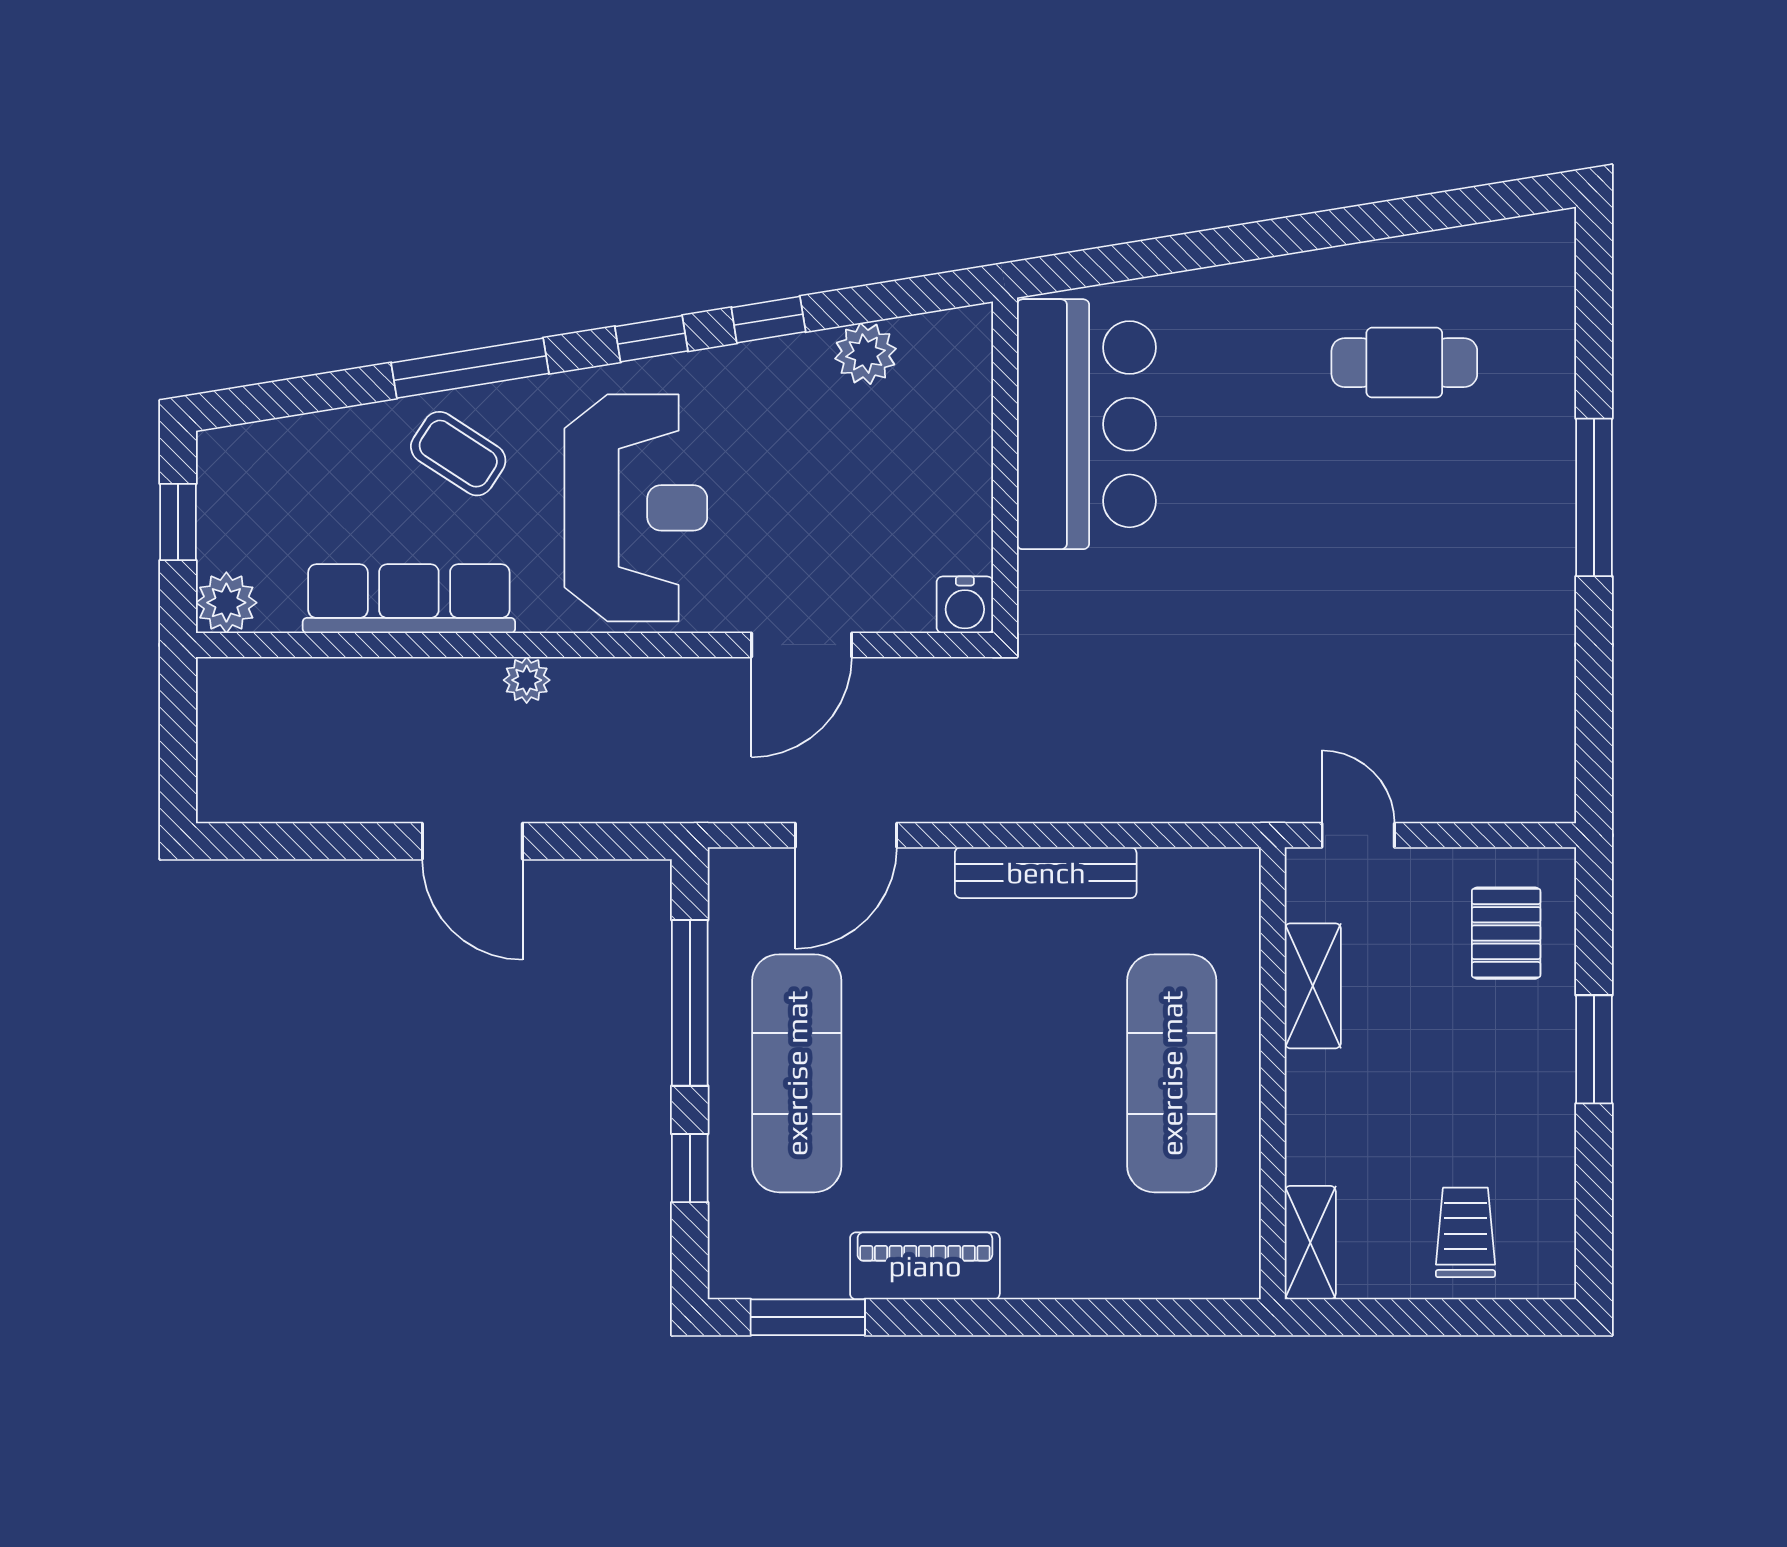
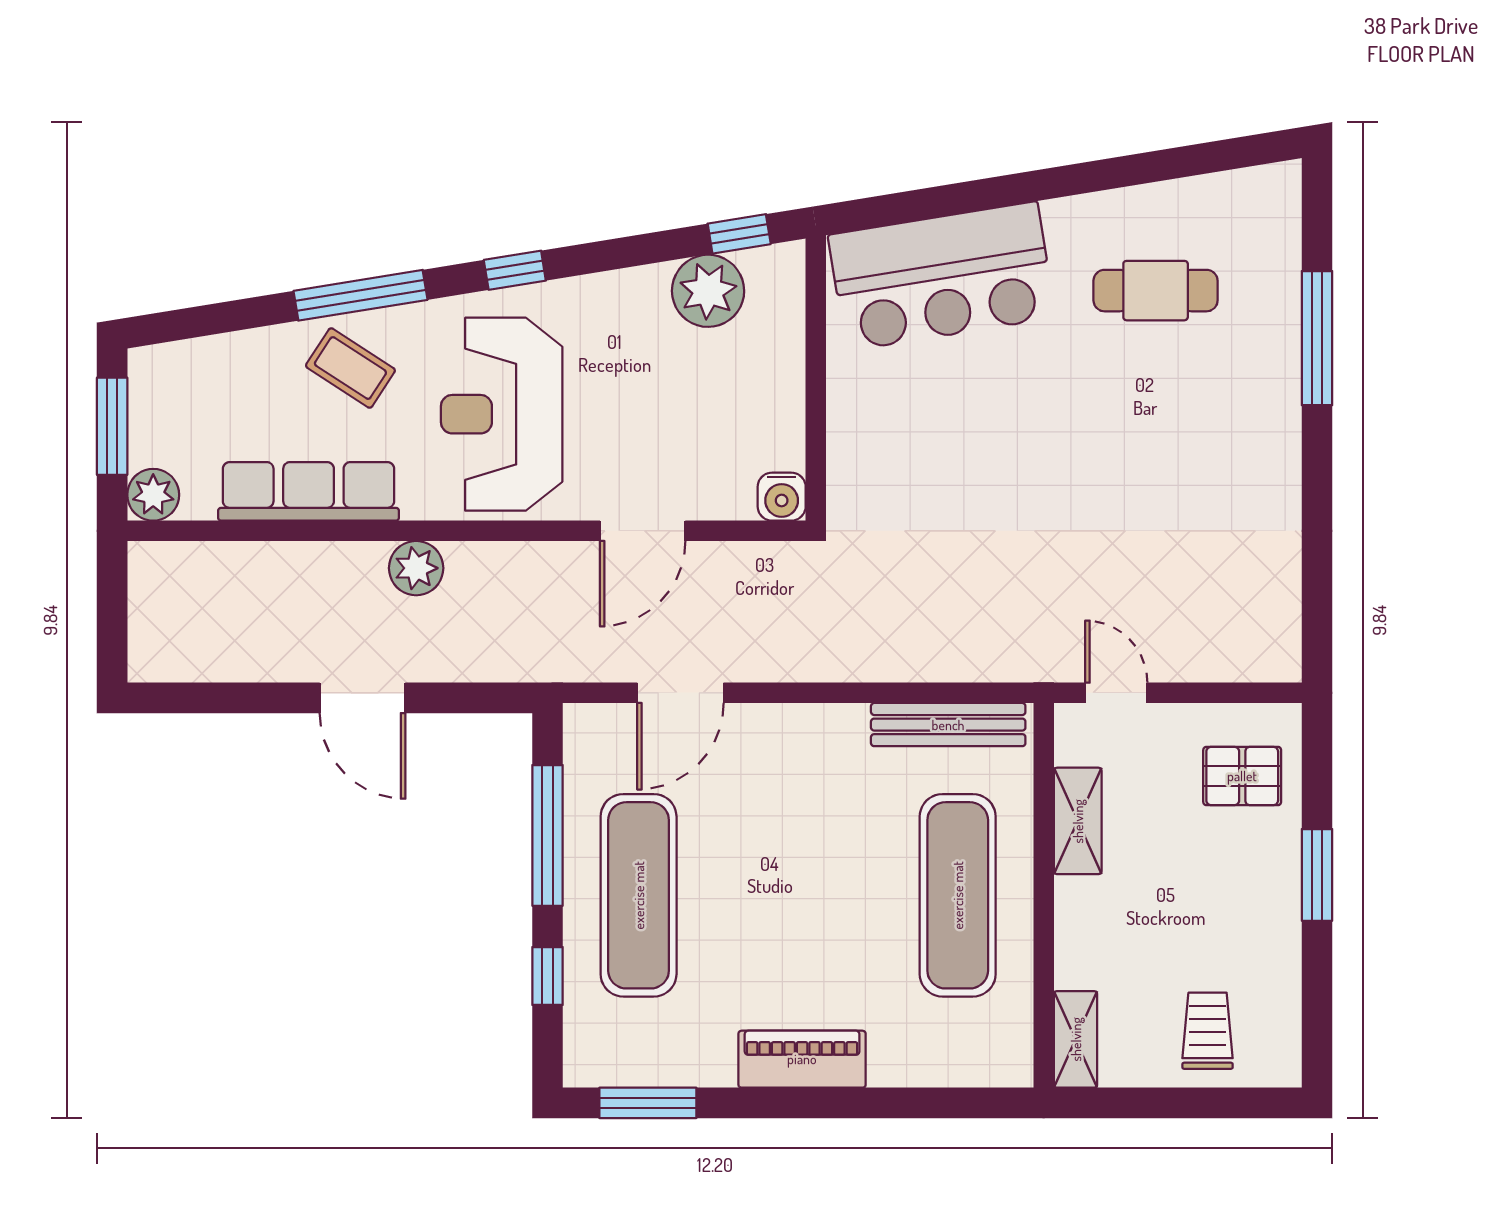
window: (768, 320) -> (739, 234), moved
plant: (865, 354) -> (708, 291), width x1.36, depth x1.36
bar counter: (1086, 424) -> (942, 276), moved, turned 81
window: (1594, 497) -> (1317, 338), moved
reception desk: (636, 508) -> (502, 414), turned 180
window: (178, 522) -> (112, 426), width x1.50
plant: (527, 680) -> (416, 568), width x1.38, depth x1.38
bench: (1046, 873) -> (948, 725), moved
pallet: (1506, 933) -> (1242, 776), turned 90
piano: (925, 1266) -> (802, 1059), moved

